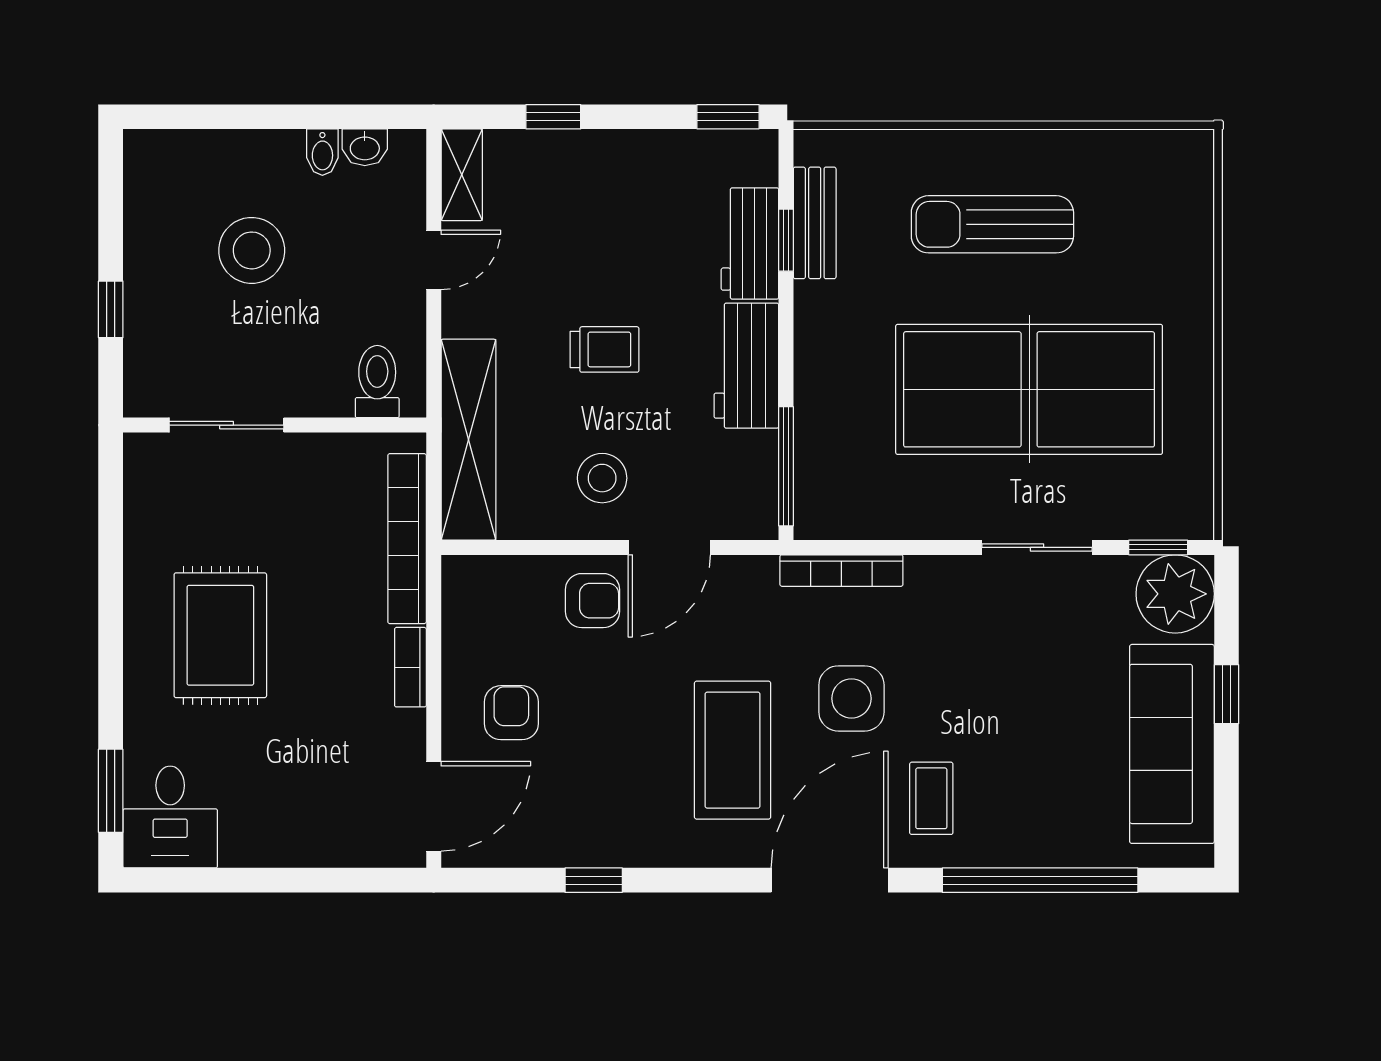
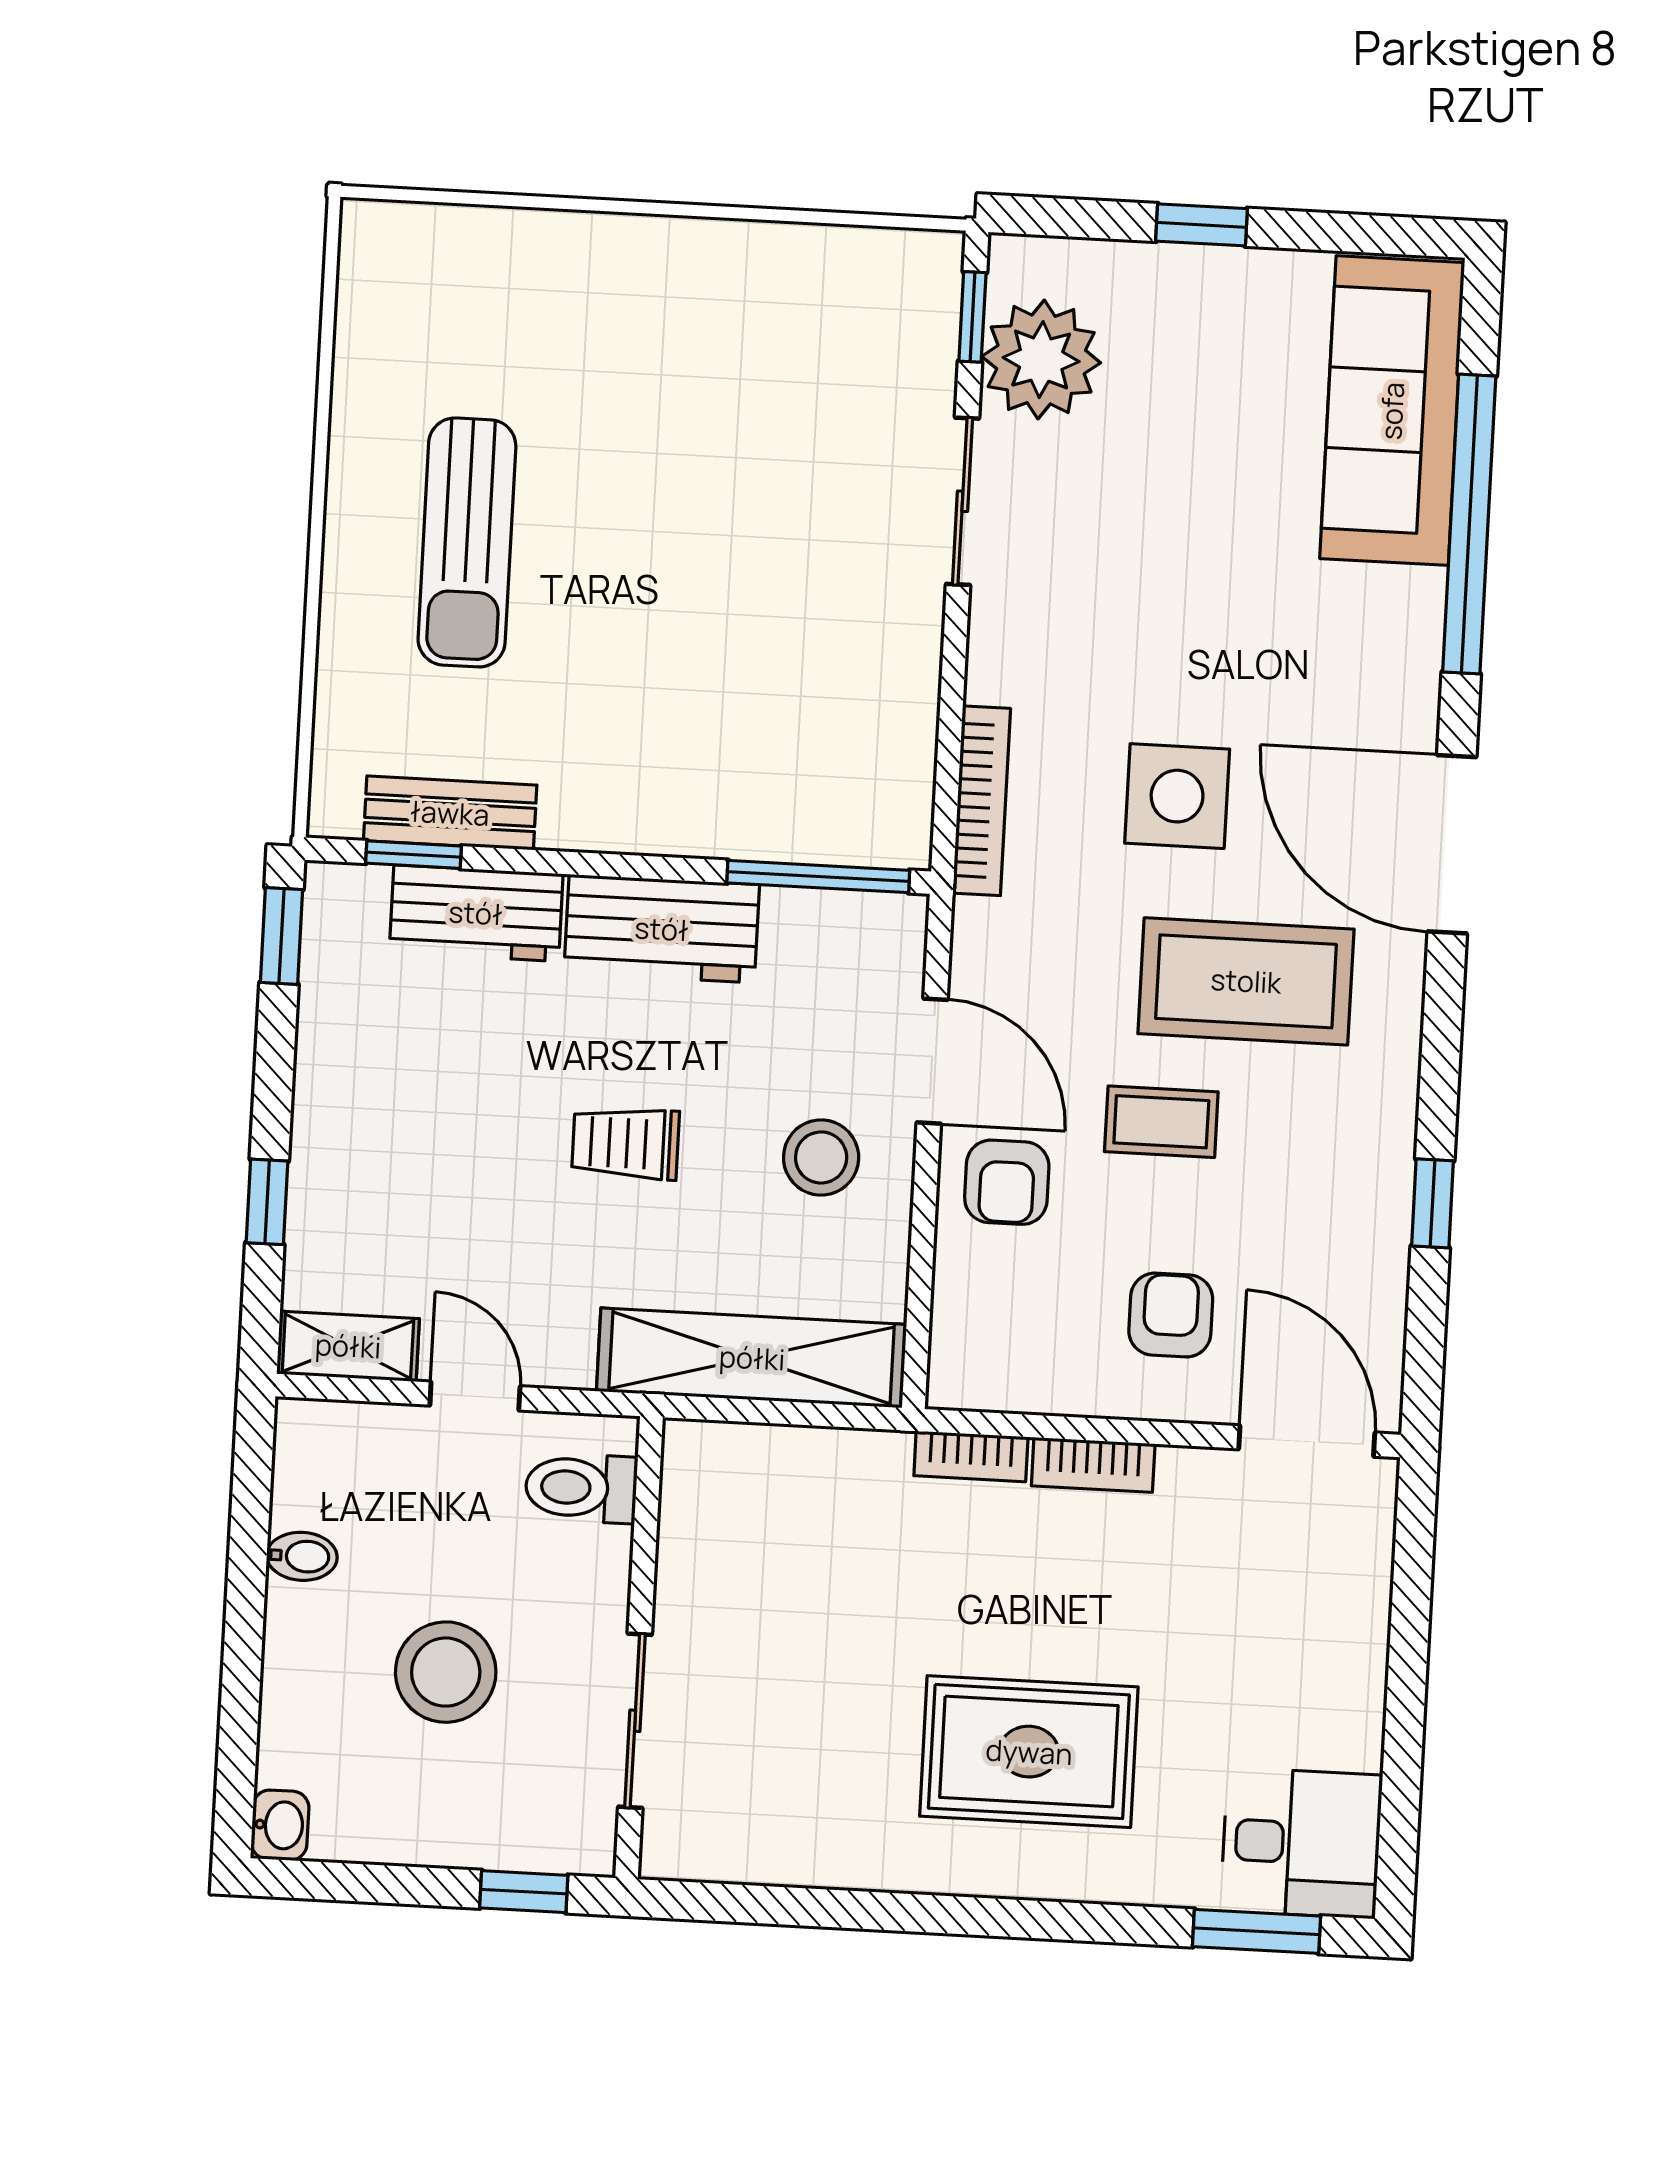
washbasin: (365, 147) -> (280, 1825), moved
window: (786, 240) -> (413, 855), moved
trolley: (605, 349) -> (626, 1143), turned -90
toilet: (377, 382) -> (581, 1488), moved
table tennis table: (1029, 389) -> (721, 500), removed
sliding door: (227, 425) -> (635, 1721), moved
wall: (275, 425) -> (639, 1648), moved
bookcase: (407, 539) -> (971, 1456), width x0.43, depth x0.76
plant: (1175, 594) -> (1041, 360), moved
armchair: (593, 601) -> (1007, 1182), turned 180
armchair: (511, 713) -> (1171, 1315), turned 90
sofa: (1172, 744) -> (1392, 411), moved, turned 90
coffee table: (931, 798) -> (1161, 1122), moved

